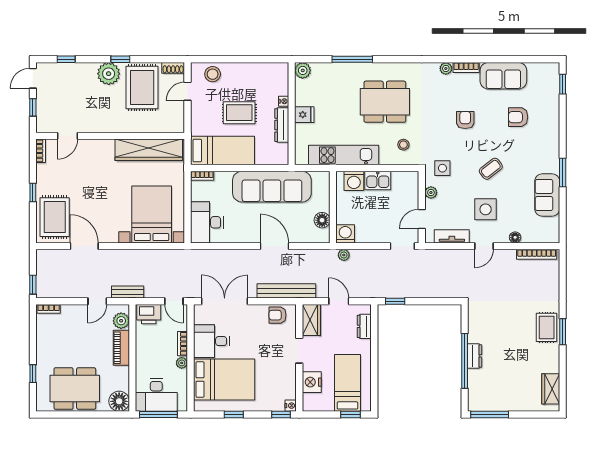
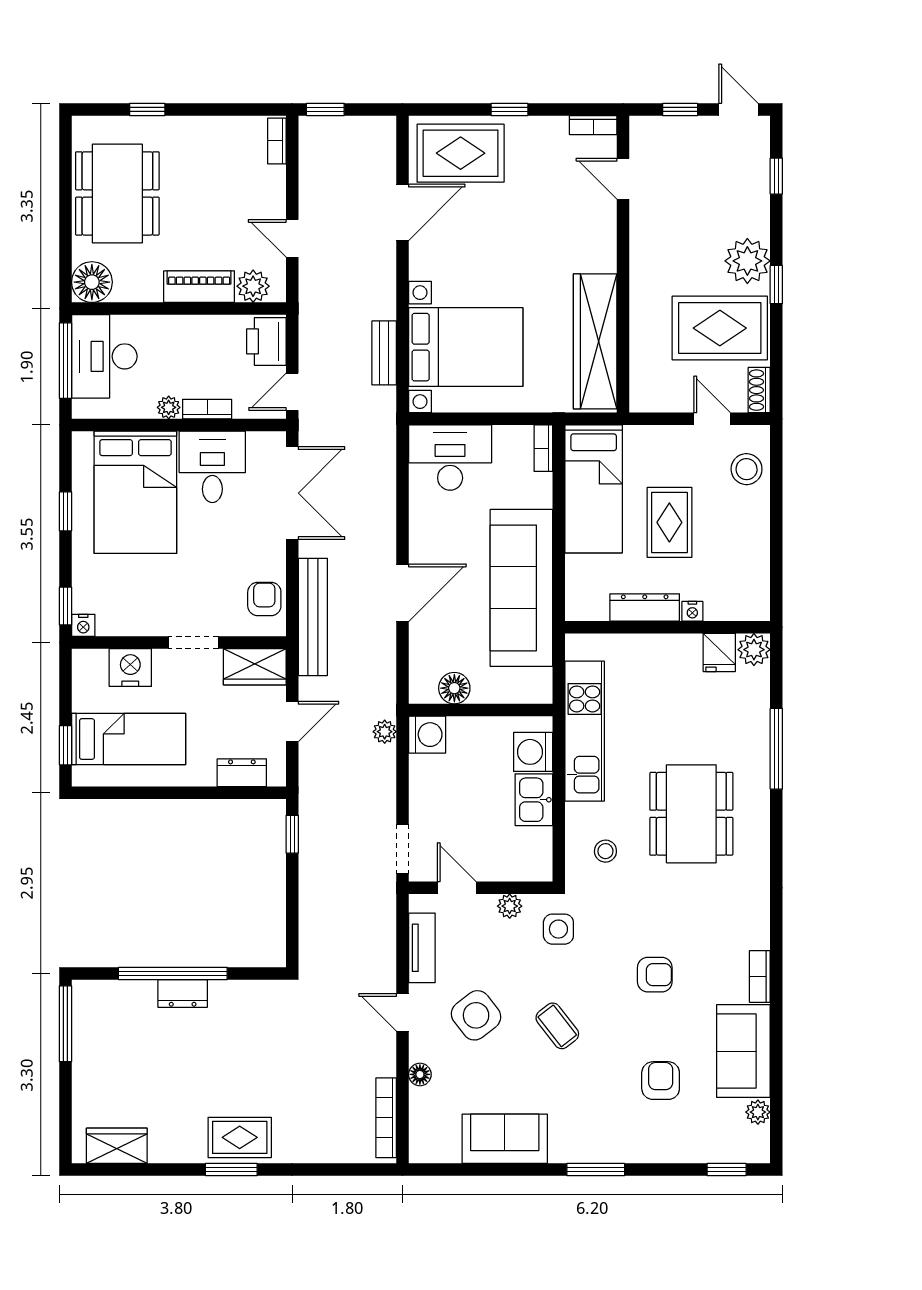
plant: (446, 68) -> (758, 1112), moved
fridge: (304, 115) -> (719, 652), moved
window: (563, 173) -> (596, 1170), moved
side table: (486, 209) -> (476, 1015), turned -38
bench: (128, 292) -> (384, 353), moved

